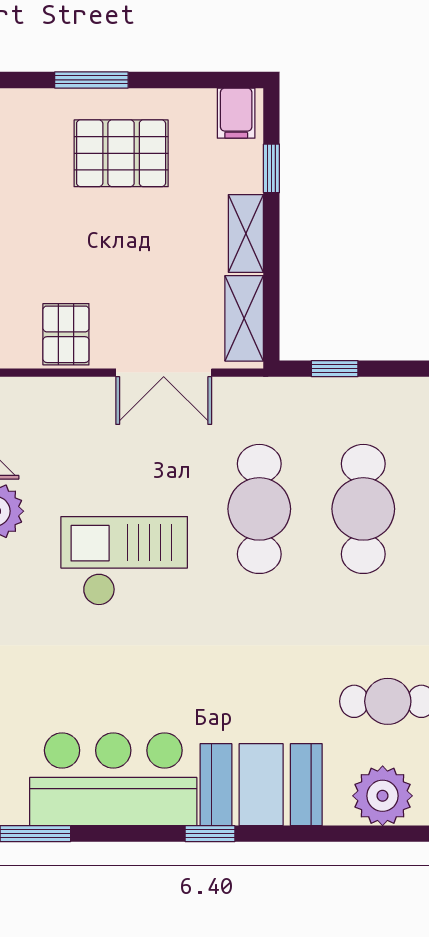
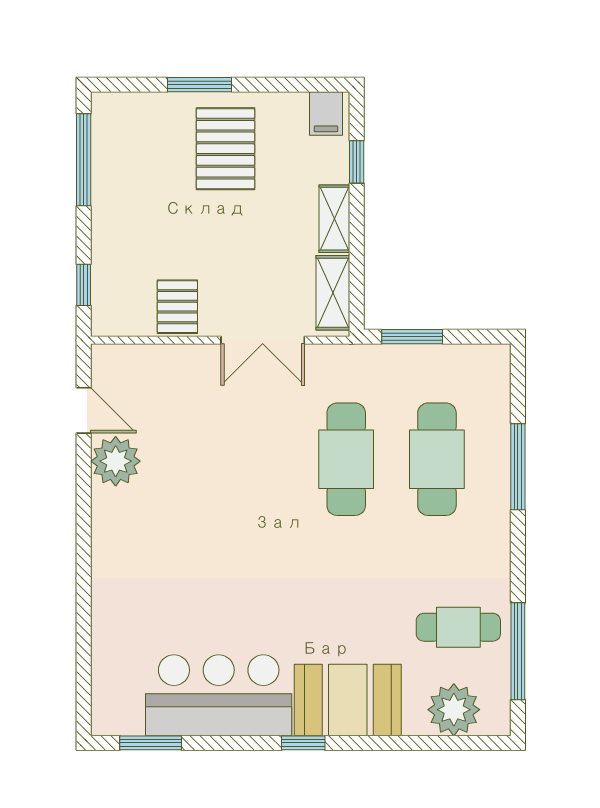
pallet: (121, 153) -> (225, 149), turned 90
window: (335, 369) -> (412, 337), width x1.50
checkout: (124, 561) -> (228, 505), removed

